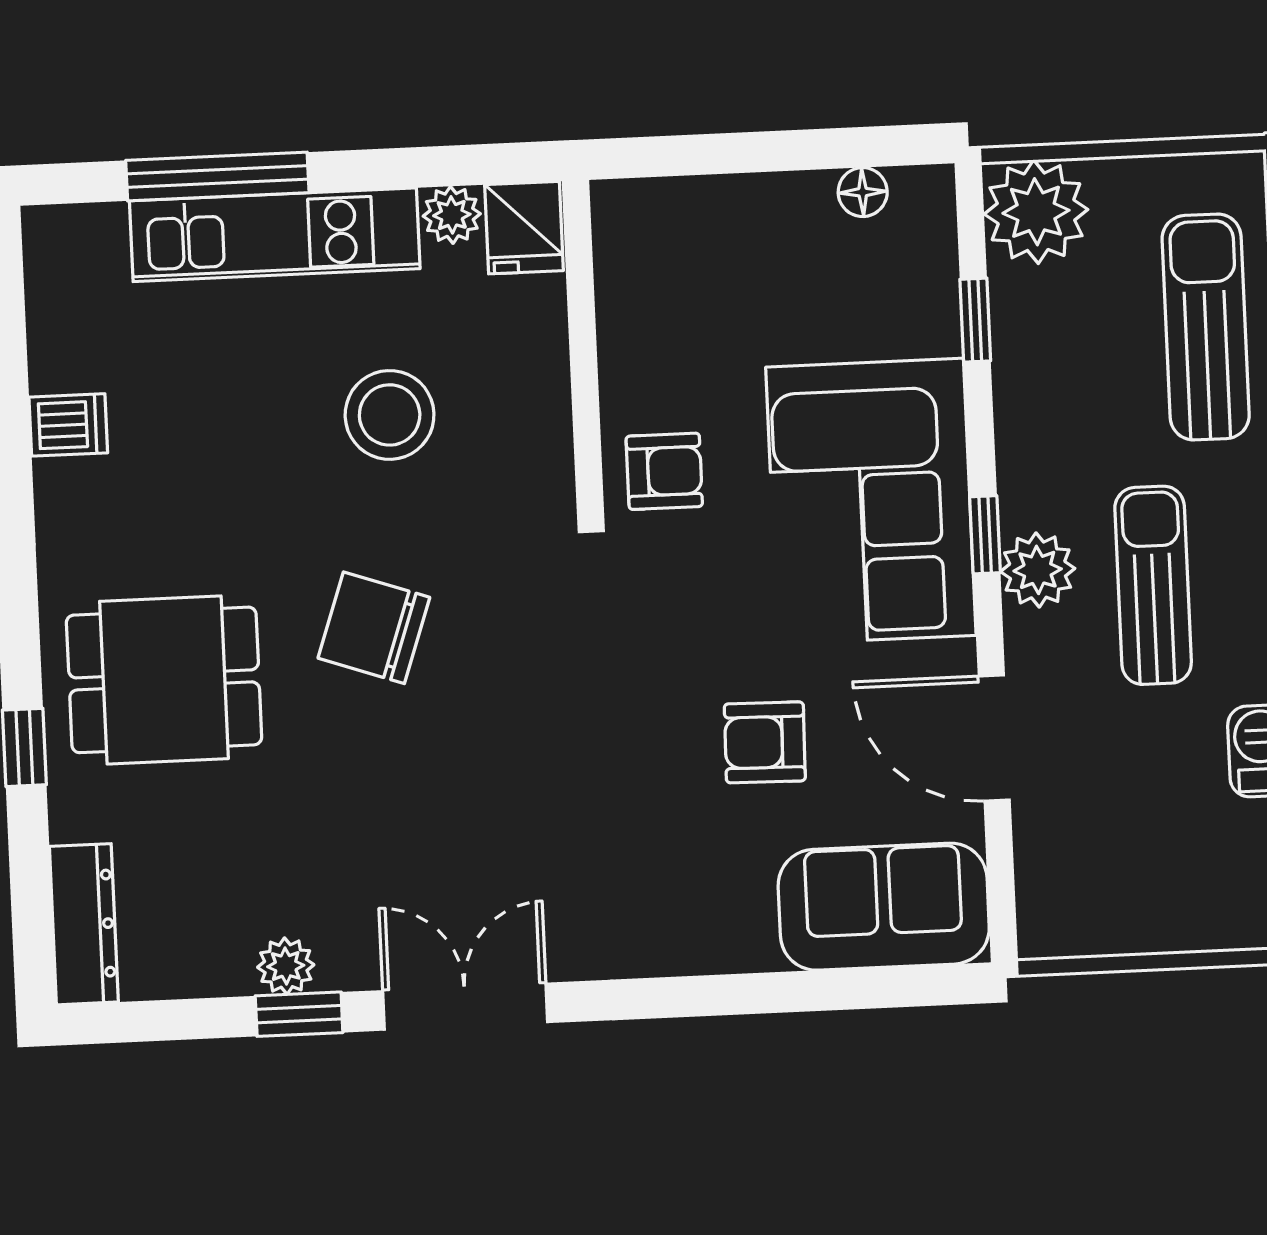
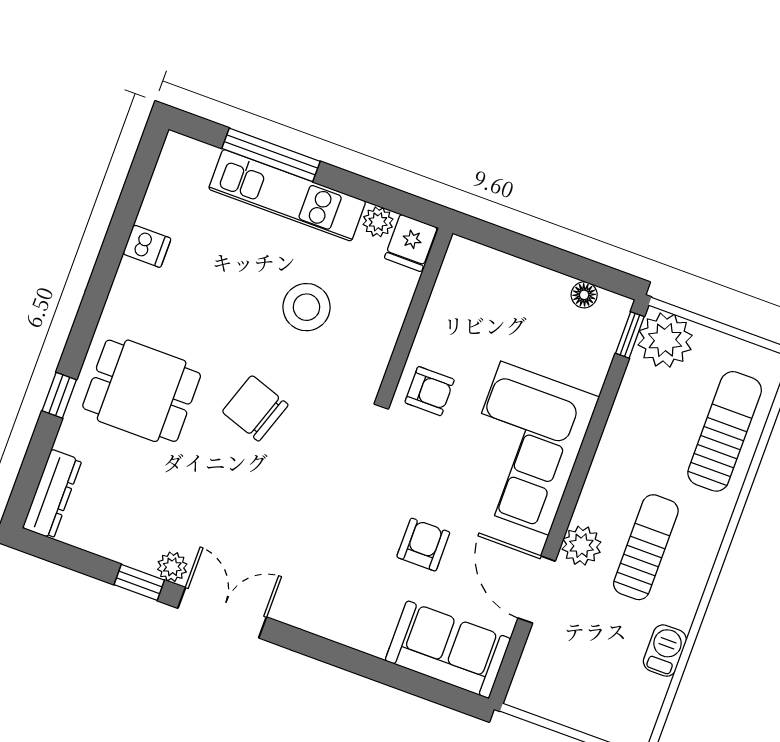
window: (975, 320) -> (630, 335), moved
window: (985, 535) -> (574, 488), removed
plant: (1038, 570) -> (582, 546), moved
armchair: (765, 742) -> (423, 545), turned 89
plant: (286, 966) -> (172, 567), moved

